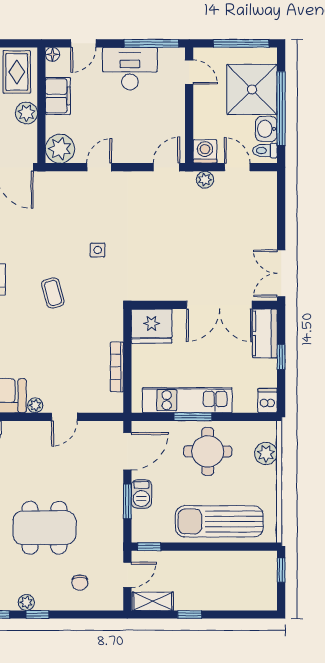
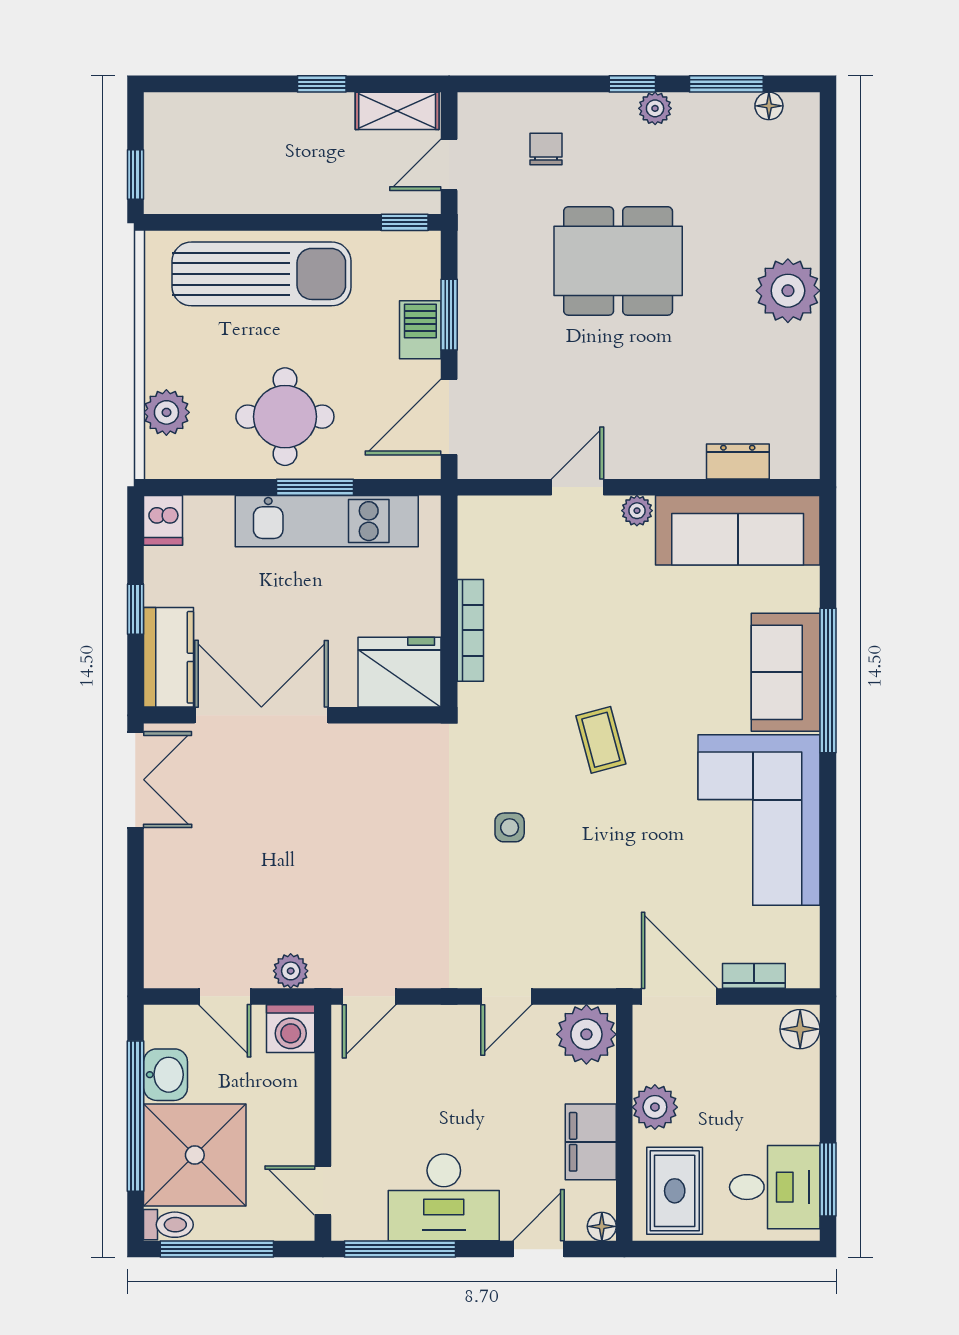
toilet: (265, 151) -> (168, 1225), moved
bookcase: (117, 367) -> (470, 630), moved

